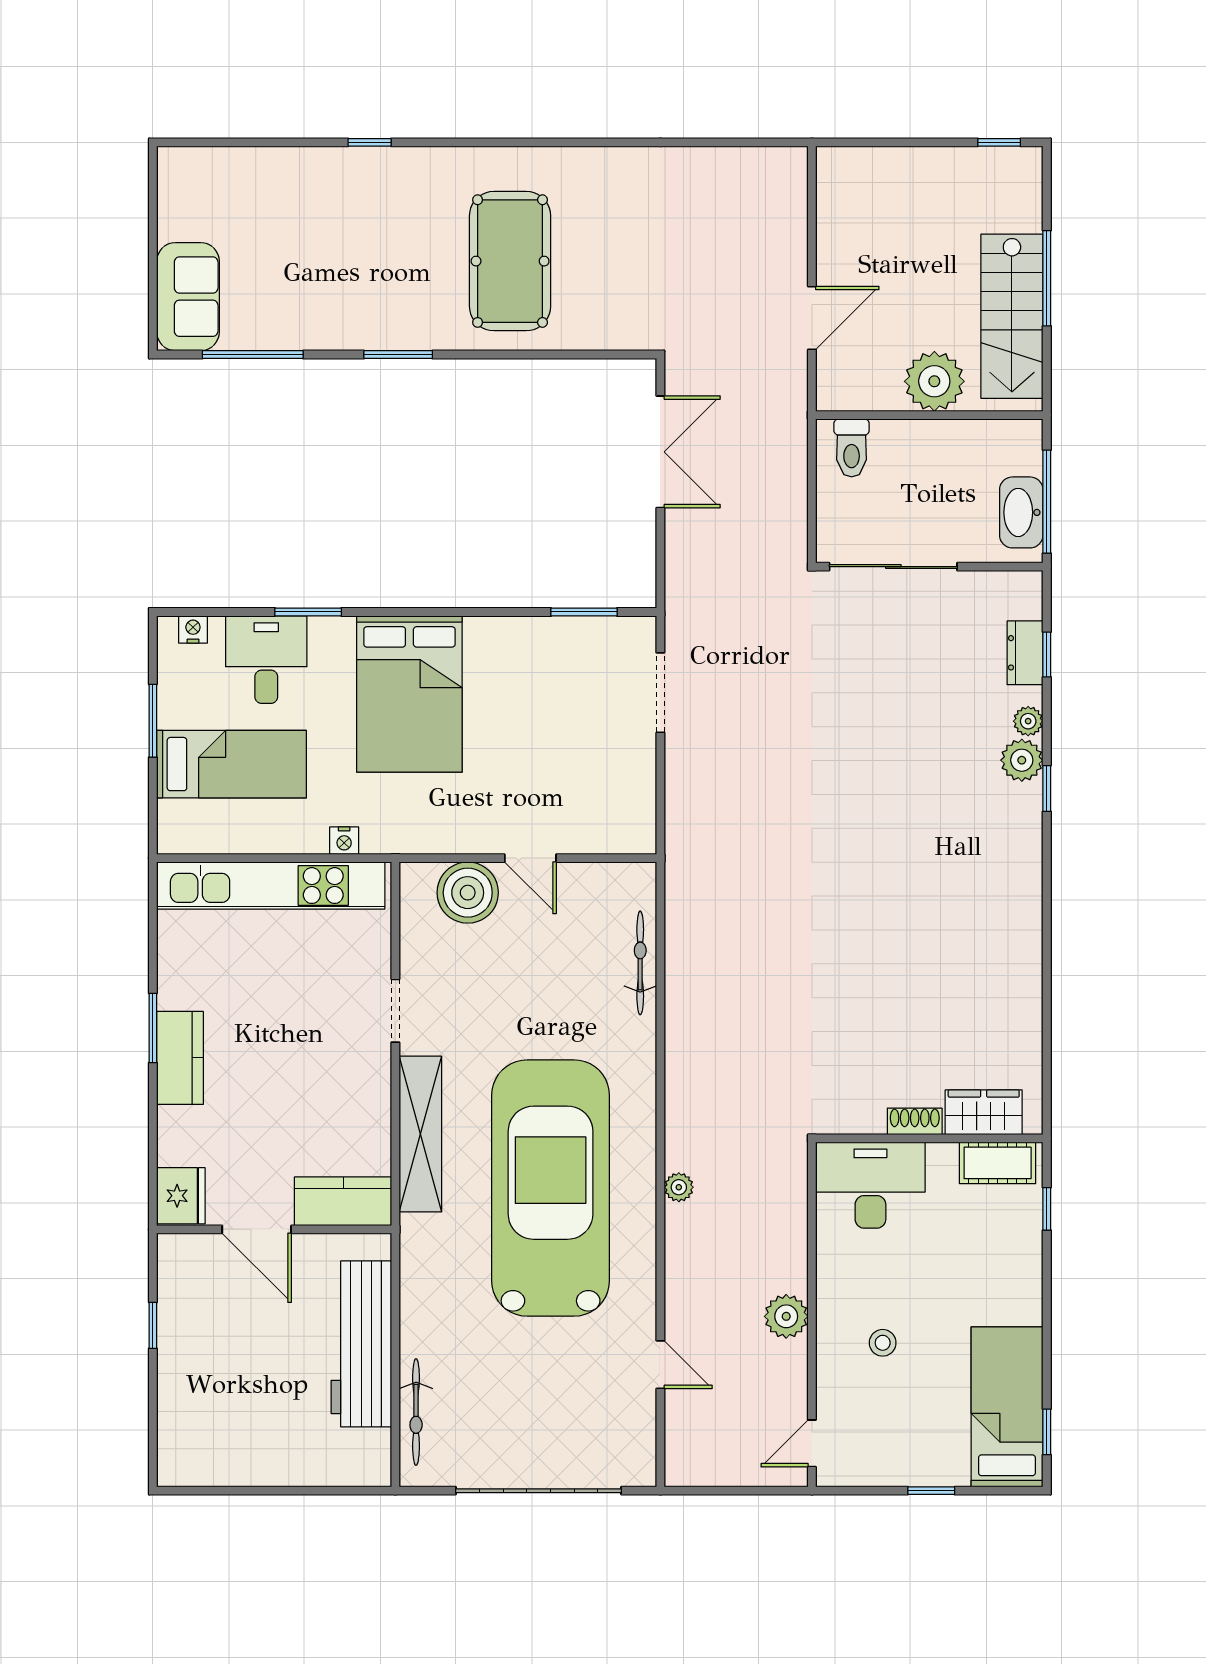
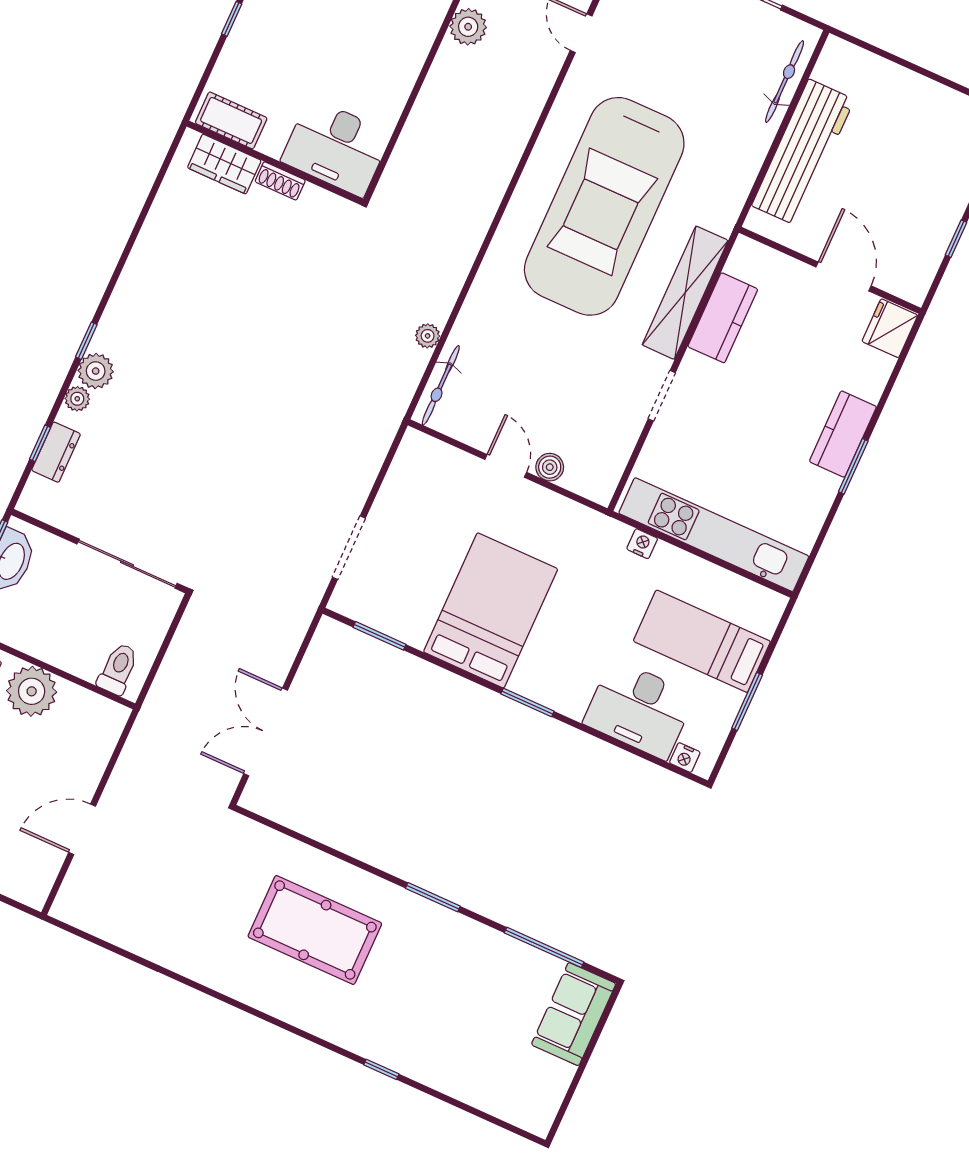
pool table: (510, 261) -> (315, 930), turned 90
door: (812, 318) -> (82, 829), moved
window: (308, 612) -> (527, 703), moved
desk: (266, 660) -> (639, 709), width x1.37
bed: (409, 694) -> (491, 610), moved
boiler: (468, 893) -> (550, 467), width x0.54, depth x0.54
bicycle: (640, 963) -> (441, 385), moved
wardrobe: (984, 1112) -> (224, 164), moved
shoe rack: (915, 1121) -> (280, 181), moved
wall: (929, 1138) -> (275, 163), moved
cot: (998, 1163) -> (231, 120), moved
desk: (870, 1185) -> (336, 147), moved
plant: (679, 1187) -> (428, 336), moved
kitchen counter: (343, 1201) -> (723, 318), moved, turned -90

